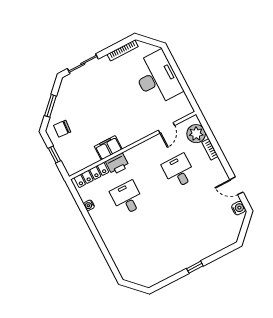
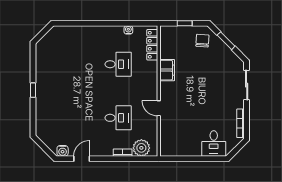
desk: (157, 78) -> (214, 143), width x0.53, depth x0.77
door: (167, 128) -> (159, 108), moved
printer: (117, 164) -> (150, 71), removed

